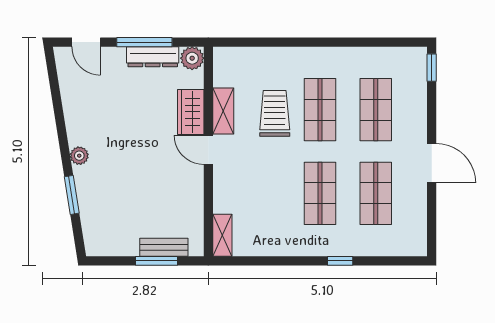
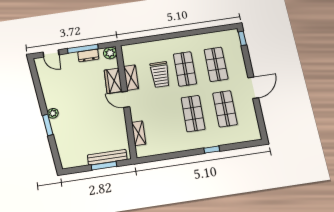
dresser: (153, 57) -> (88, 55), width x0.70
trolley: (275, 113) -> (160, 74), turned 180
door: (432, 163) -> (253, 88), hinge flipped
window: (72, 195) -> (48, 125), moved
shelving: (222, 235) -> (139, 133), moved
bench: (164, 247) -> (107, 157), width x1.36

